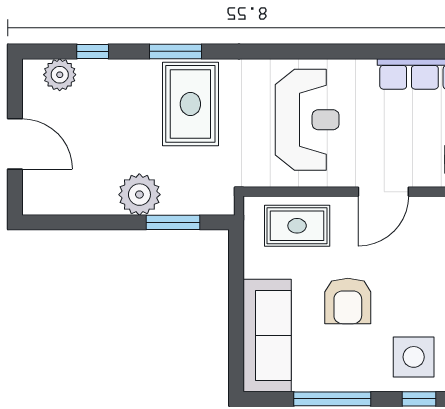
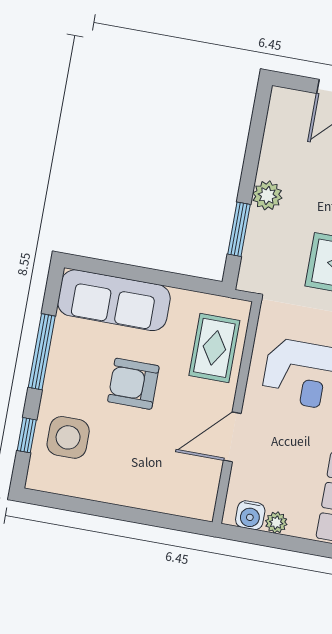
door: (383, 192) -> (232, 437), hinge flipped
plant: (139, 195) -> (267, 195), width x0.73, depth x0.73

